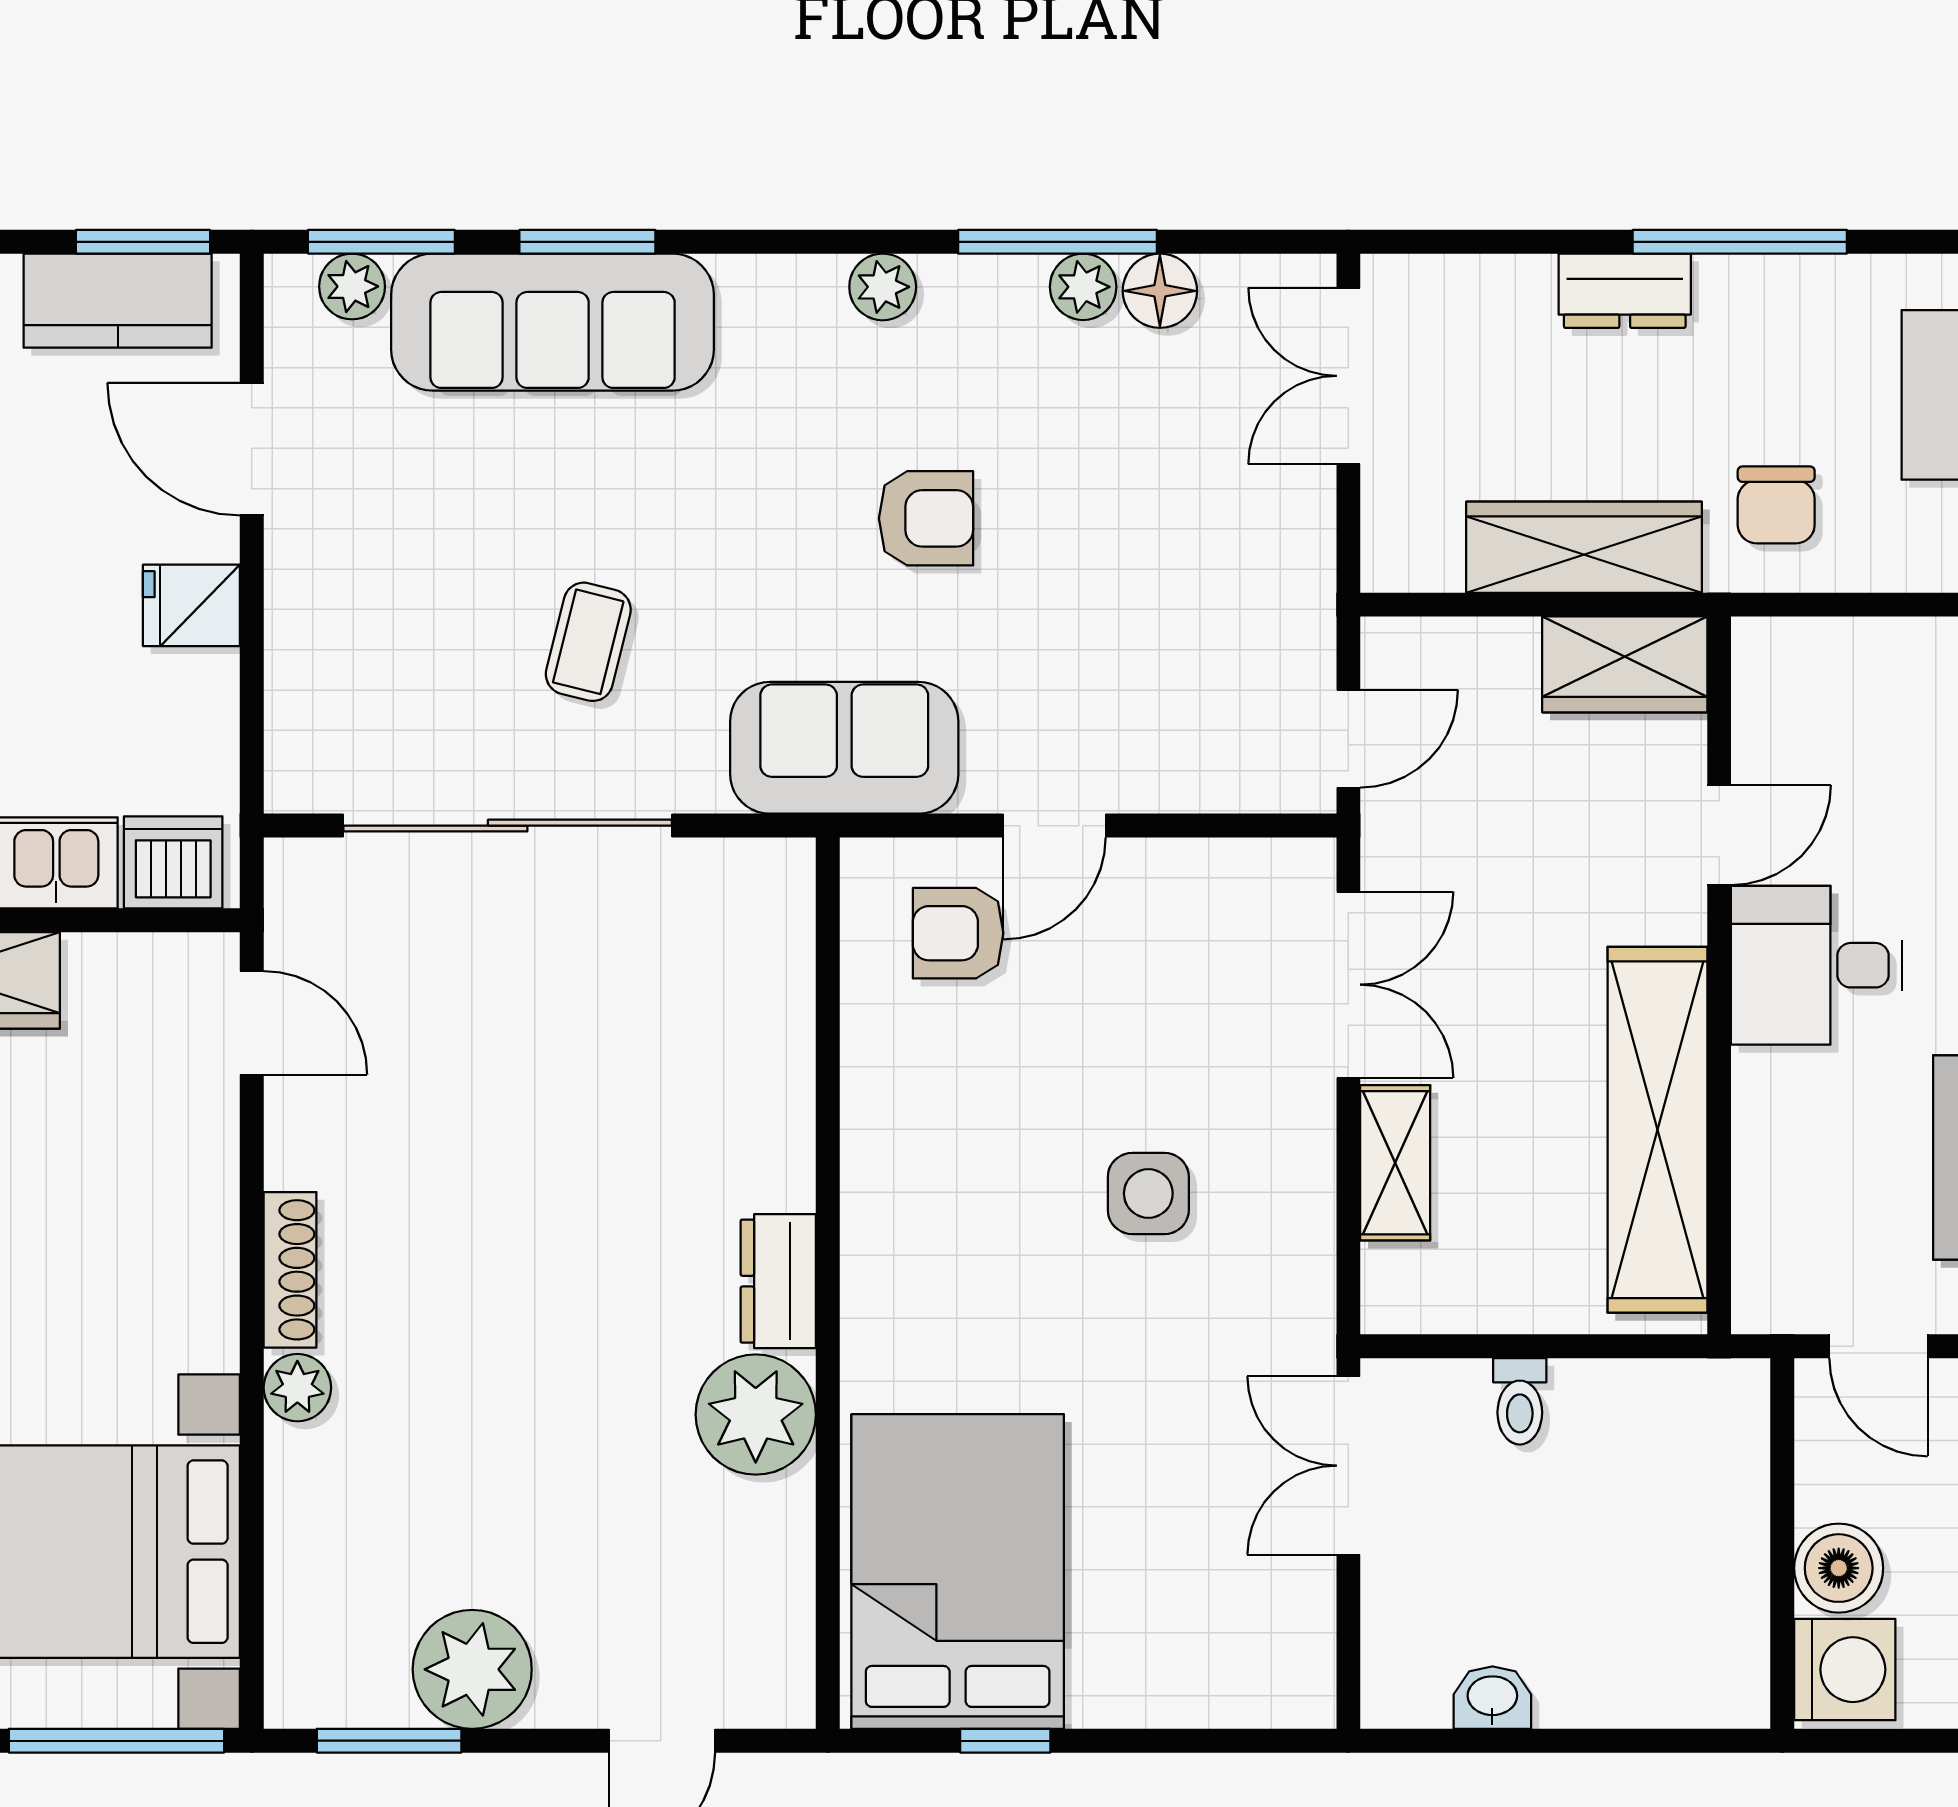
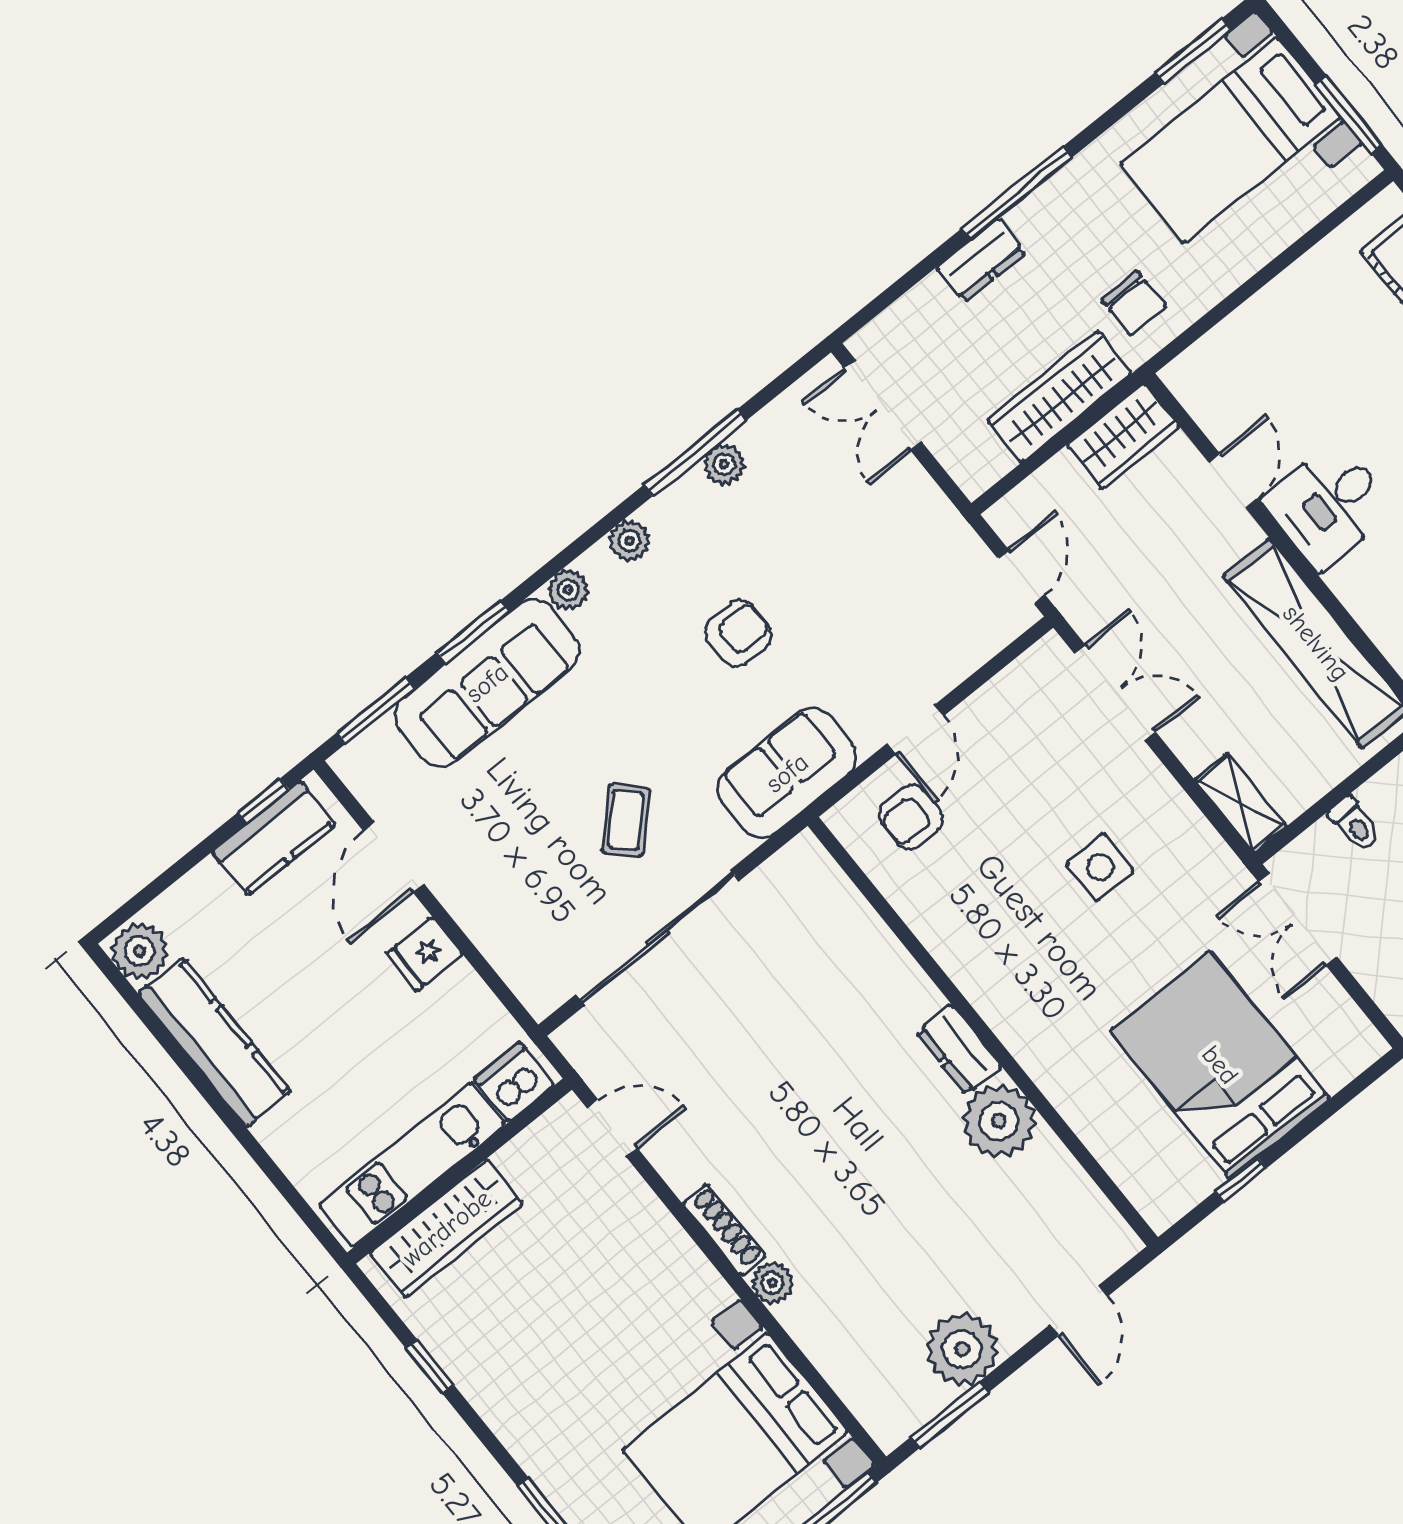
window: (143, 242) -> (263, 801), width x0.67
plant: (352, 286) -> (568, 590), moved
floor lamp: (1160, 291) -> (762, 437), removed
door: (252, 449) -> (394, 857), hinge flipped
coffee table: (588, 642) -> (626, 820), turned 31
shelving: (1395, 1163) -> (1240, 803), moved
bed: (958, 1572) -> (1220, 1065), moved

